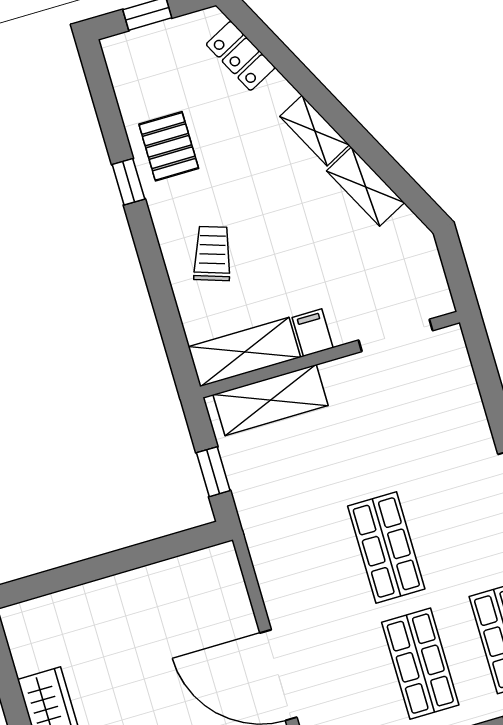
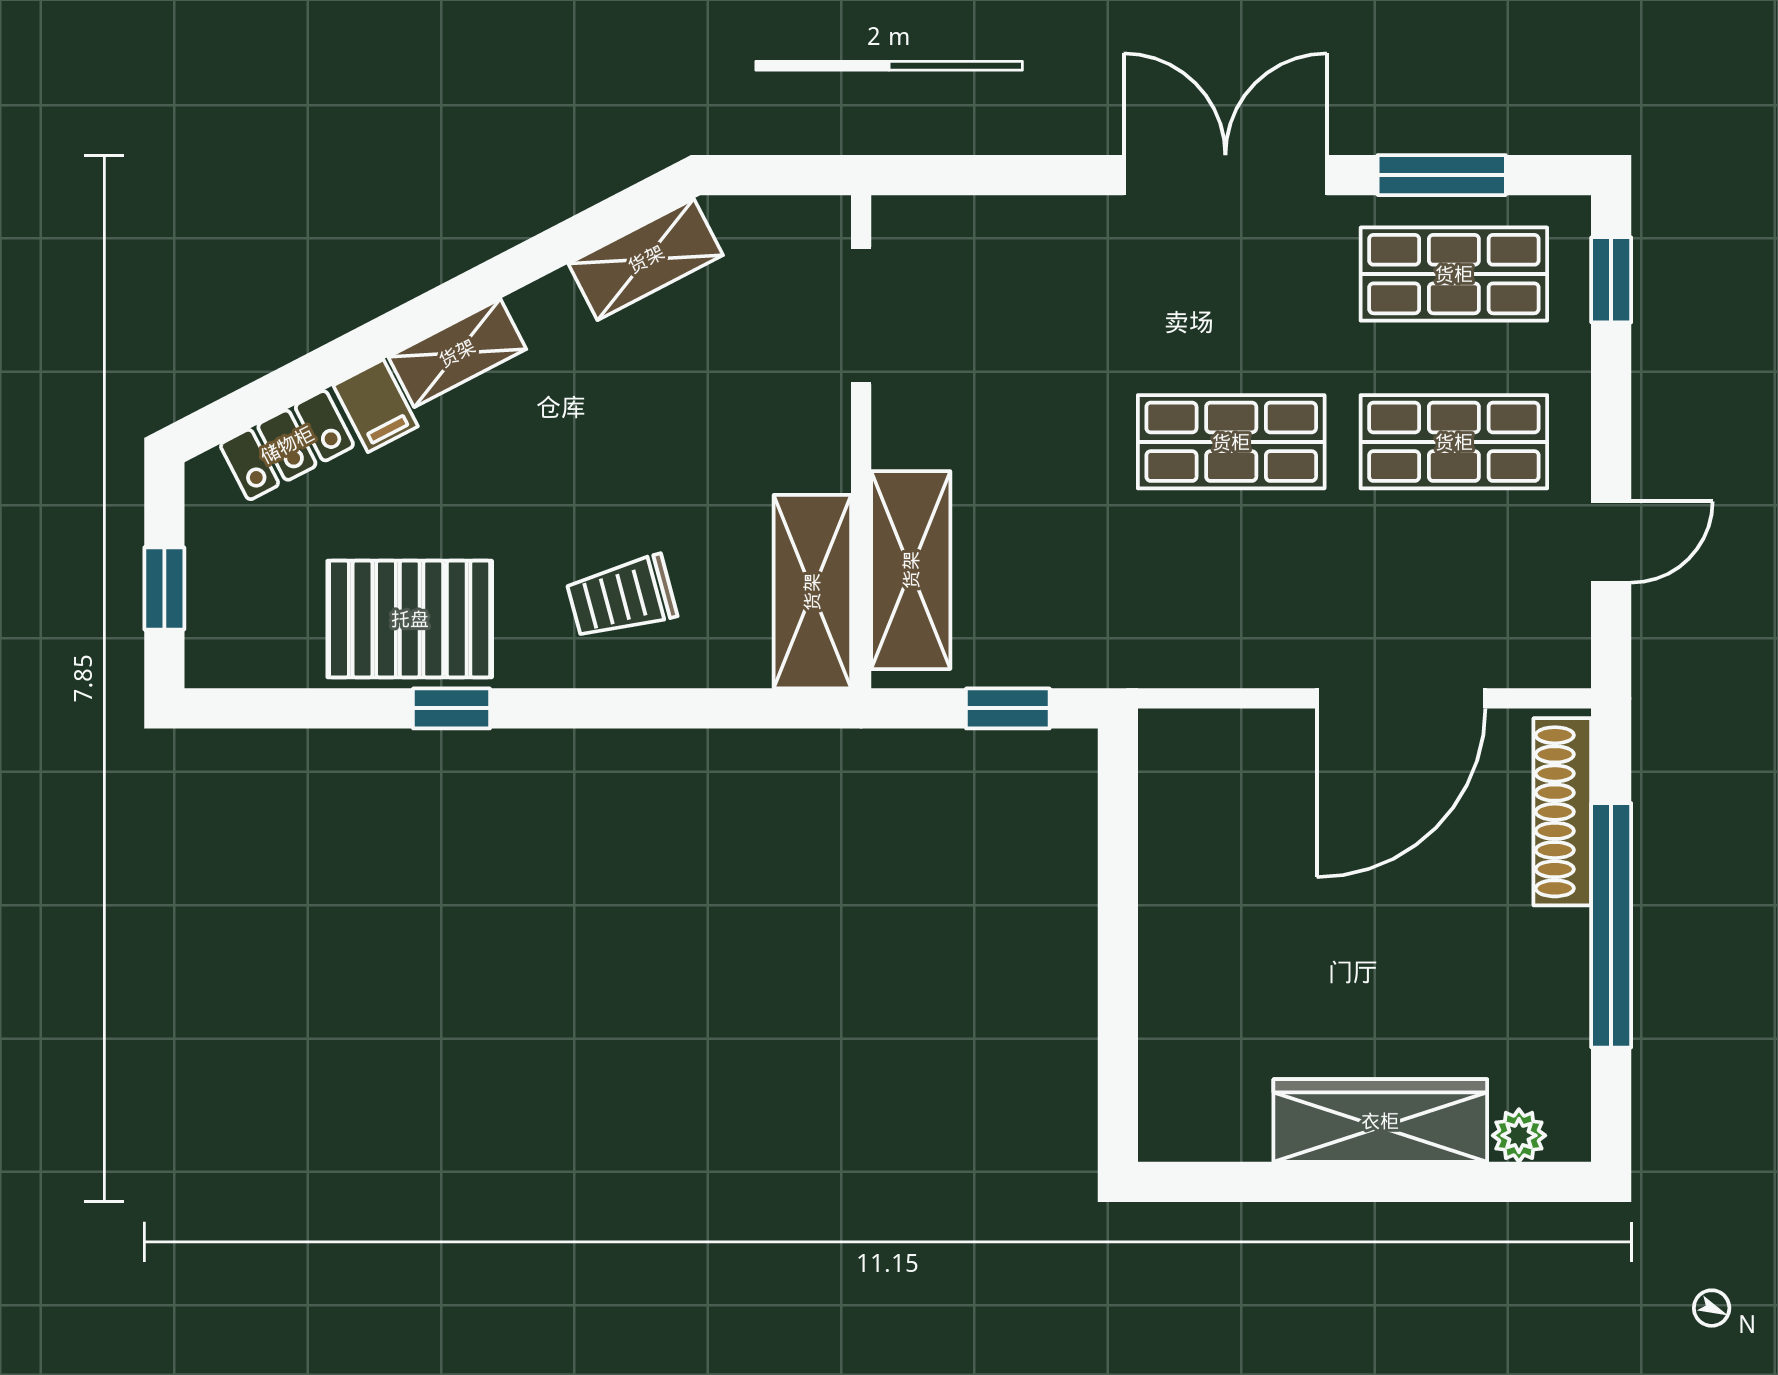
pallet: (169, 146) -> (410, 619), width x1.50, depth x1.42
shelving: (366, 187) -> (646, 259), moved
trolley: (212, 253) -> (622, 597), turned -33
filing cabinet: (313, 333) -> (376, 406), moved, turned -117

